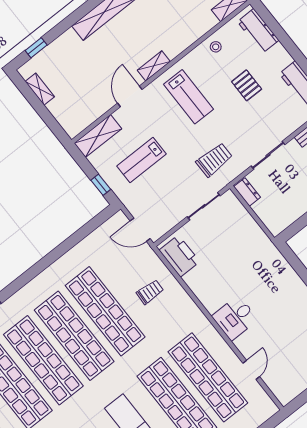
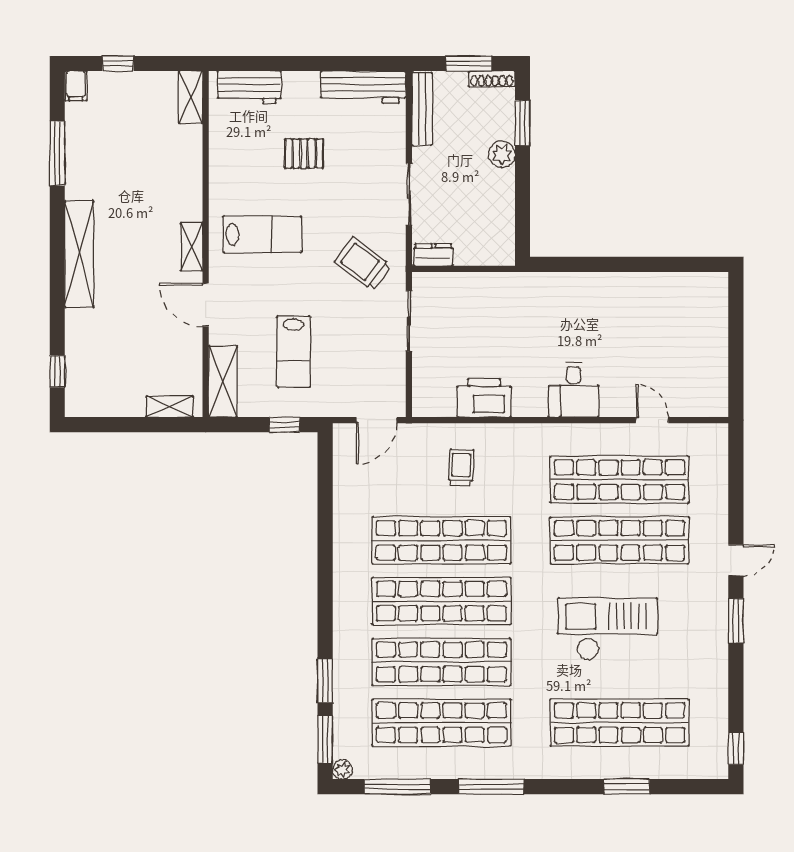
stool: (216, 47) -> (228, 154), removed
shelving: (40, 89) -> (170, 407), moved
trolley: (214, 160) -> (363, 264), turned -53
printer: (179, 256) -> (484, 398), moved

